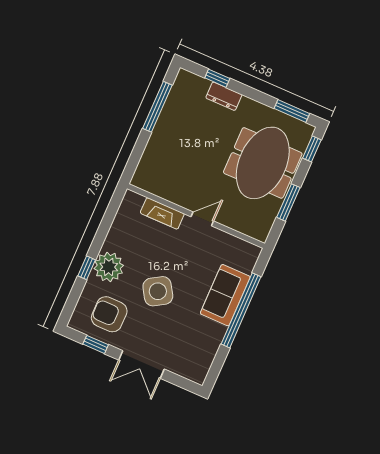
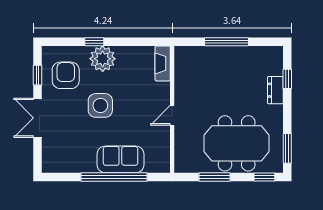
window: (157, 107) -> (227, 42), moved
fireplace: (162, 213) -> (163, 63), moved
door: (202, 219) -> (172, 115), swing flipped
side table: (158, 291) -> (100, 105), turned 32

